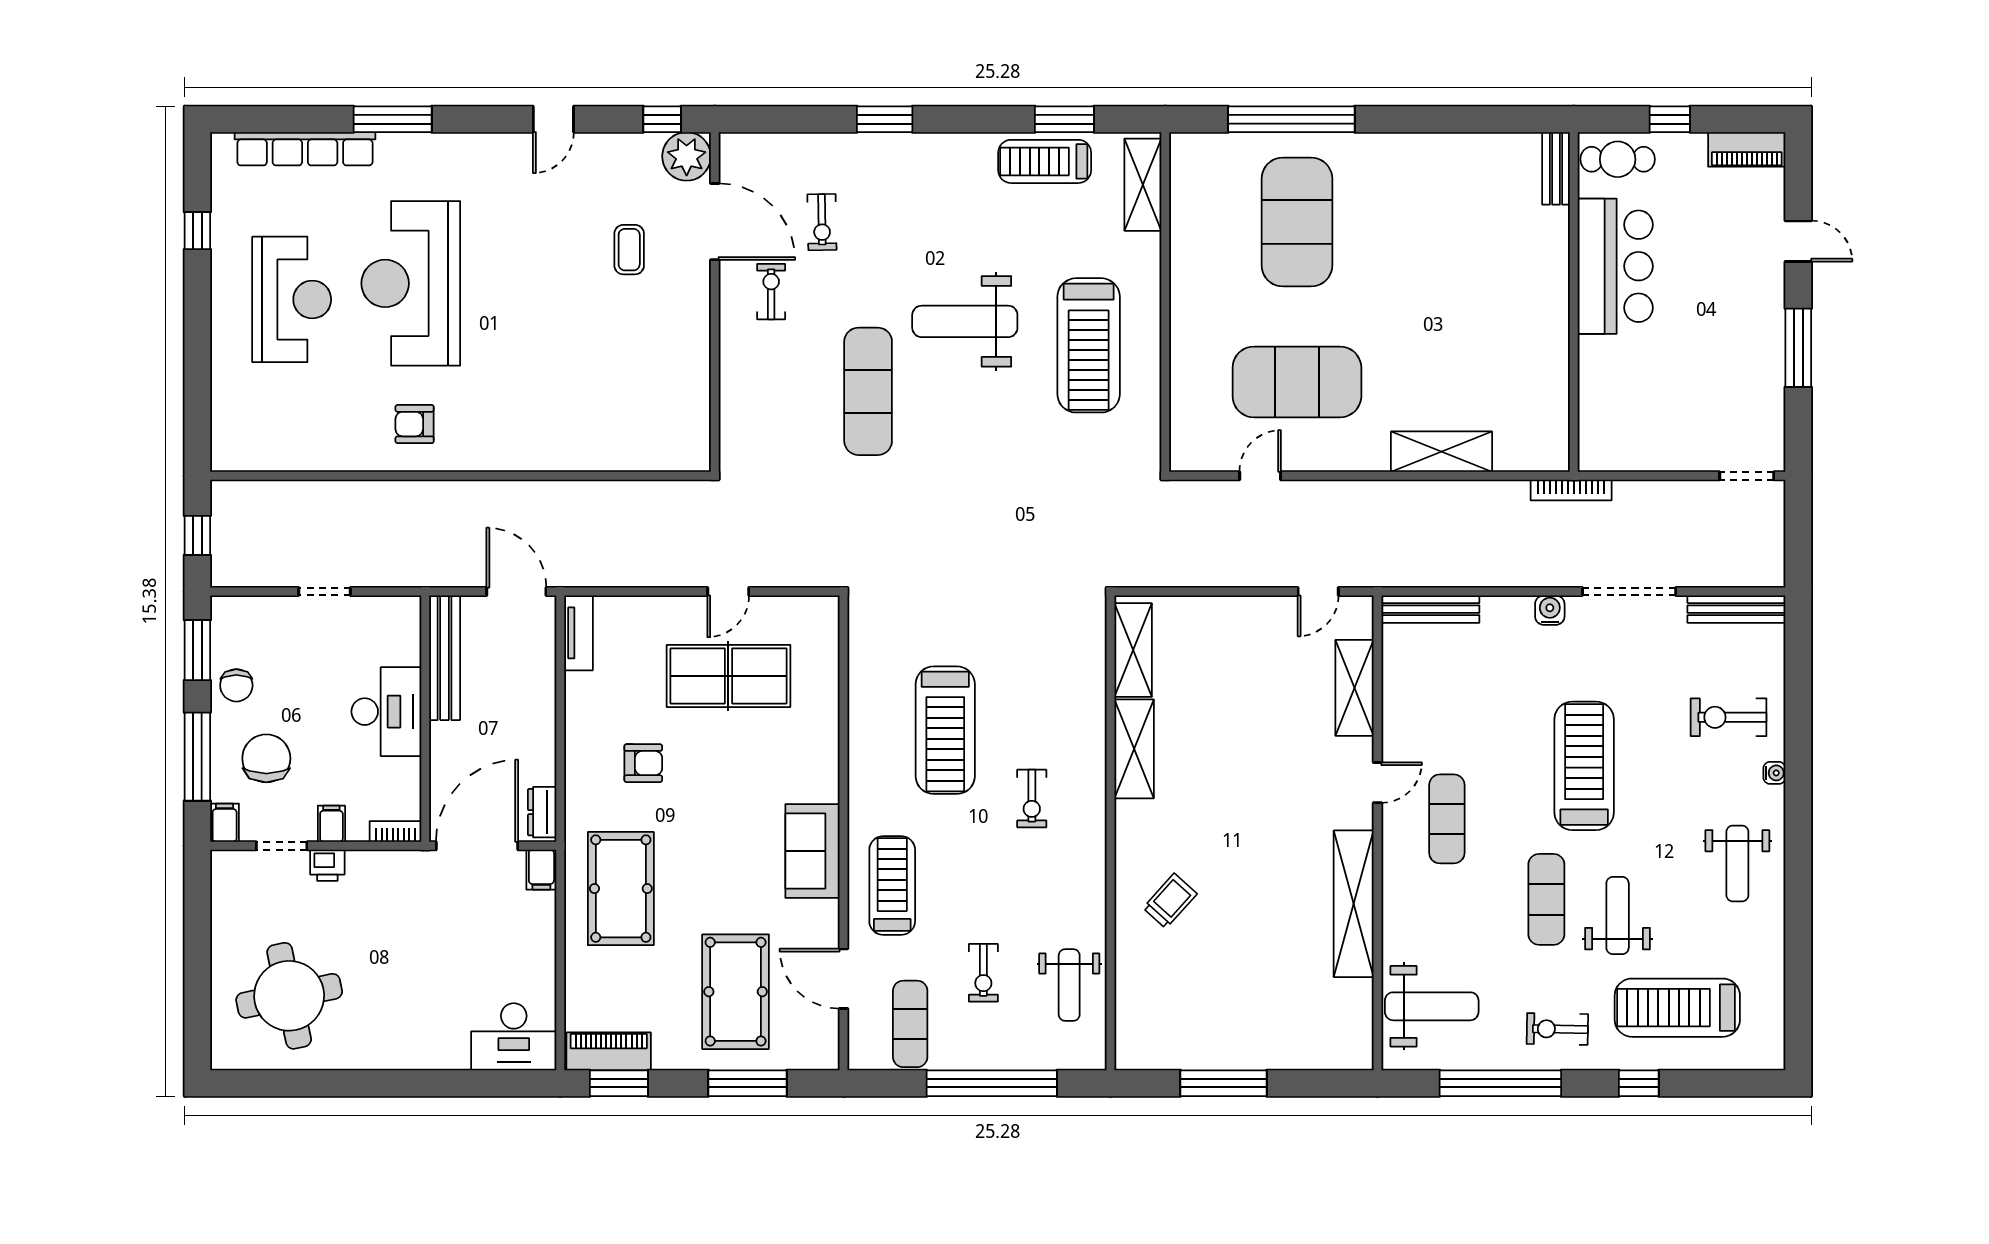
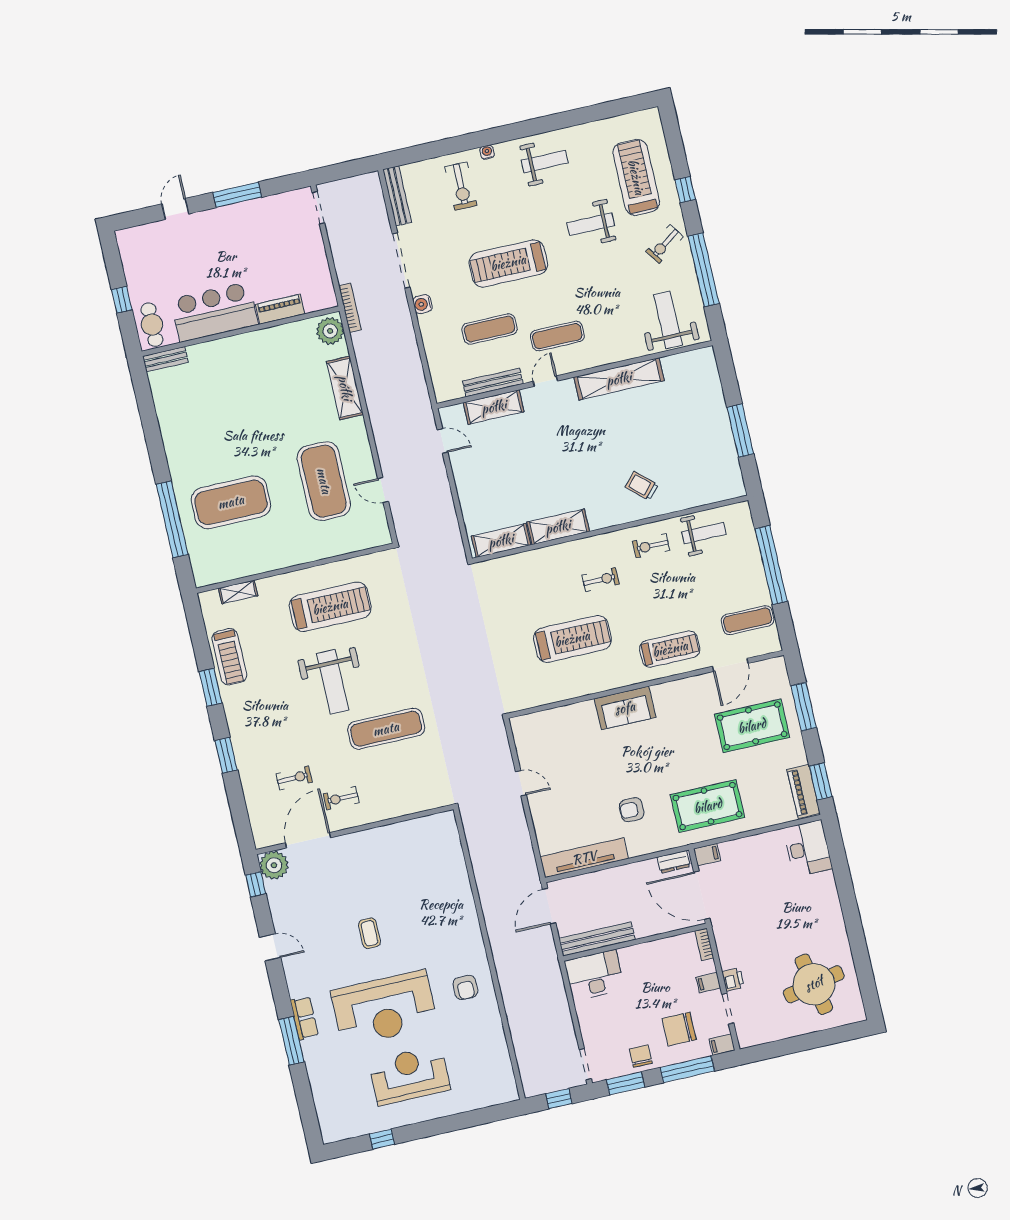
window: (1064, 119) -> (211, 687), moved
row of seats: (305, 149) -> (304, 1018), moved, width x0.50
piano: (1747, 149) -> (280, 309), moved, turned -90
shelving: (1143, 185) -> (238, 592), width x0.67, depth x0.75
coffee table: (629, 250) -> (369, 933), moved, turned 90
plant: (1540, 449) -> (330, 331), added
doorway: (325, 592) -> (585, 1064), moved
bench: (1430, 609) -> (493, 382), moved, turned 90
tv unit: (578, 633) -> (584, 858), width x1.92, depth x1.29
table tennis table: (728, 676) -> (570, 772), removed
chair: (236, 685) -> (641, 1056), turned -90
desk: (386, 712) -> (594, 975), moved
armchair: (643, 763) -> (632, 810), turned -90
door: (1378, 783) -> (545, 381), hinge flipped
sofa: (812, 851) -> (625, 708), moved
treadmill: (892, 886) -> (670, 649), turned 180
exercise mat: (1546, 899) -> (490, 329), moved
exercise bike: (983, 973) -> (651, 546), moved, turned 180
treadmill: (1677, 1008) -> (636, 177), turned 180
exercise bike: (1557, 1029) -> (665, 244), turned 54

